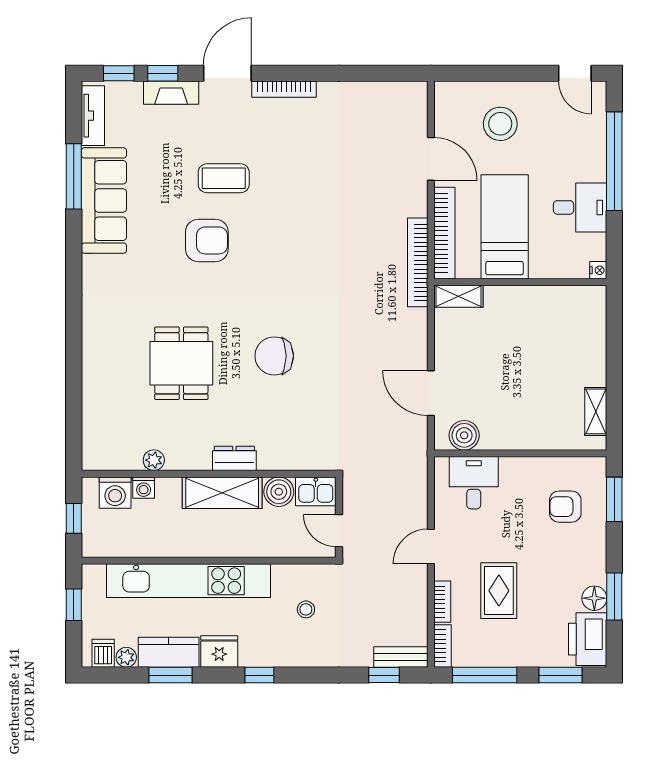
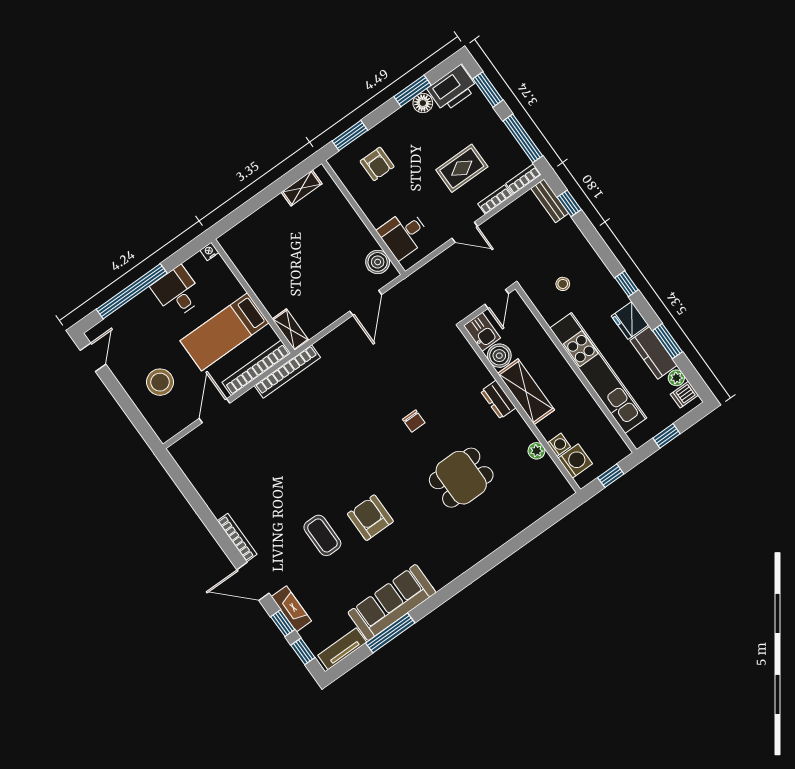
chair: (274, 356) -> (414, 421), width x0.54, depth x0.54

